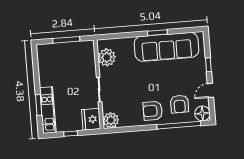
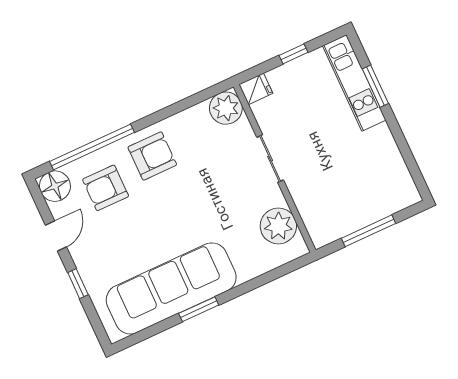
armchair: (179, 104) -> (106, 188), turned -90
fridge: (91, 119) -> (256, 89), width x0.53, depth x0.75

